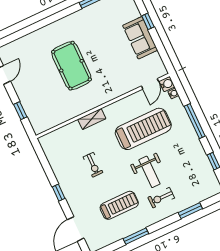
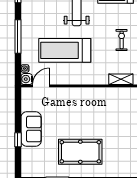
pool table: (71, 66) -> (80, 152), moved, turned 90
shelving: (92, 119) -> (121, 79), moved

